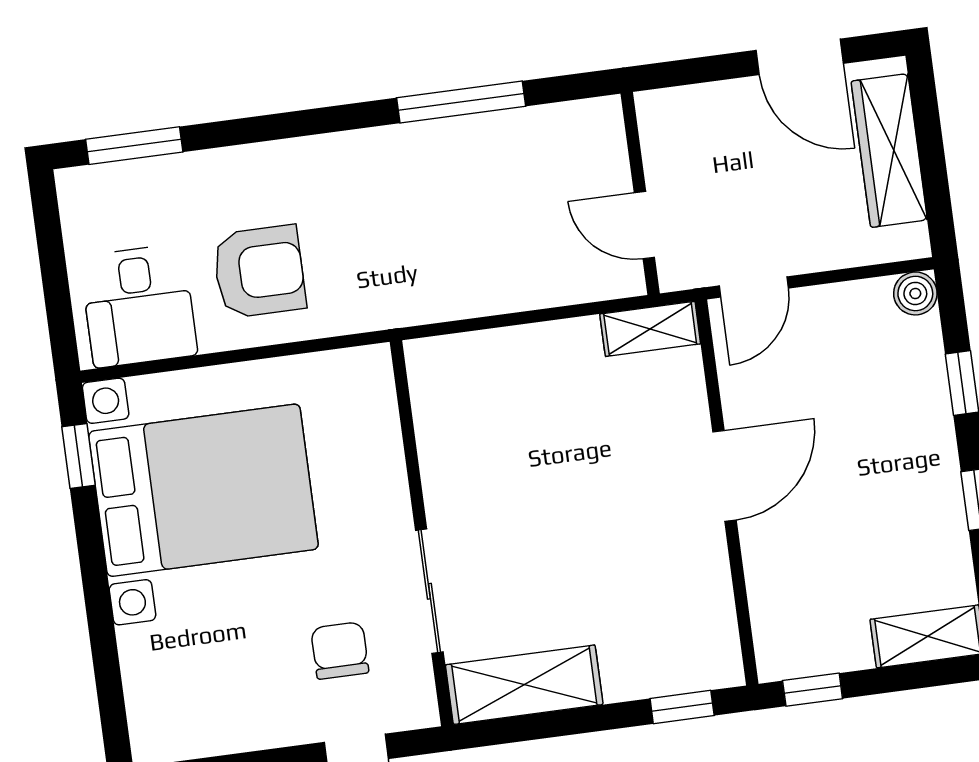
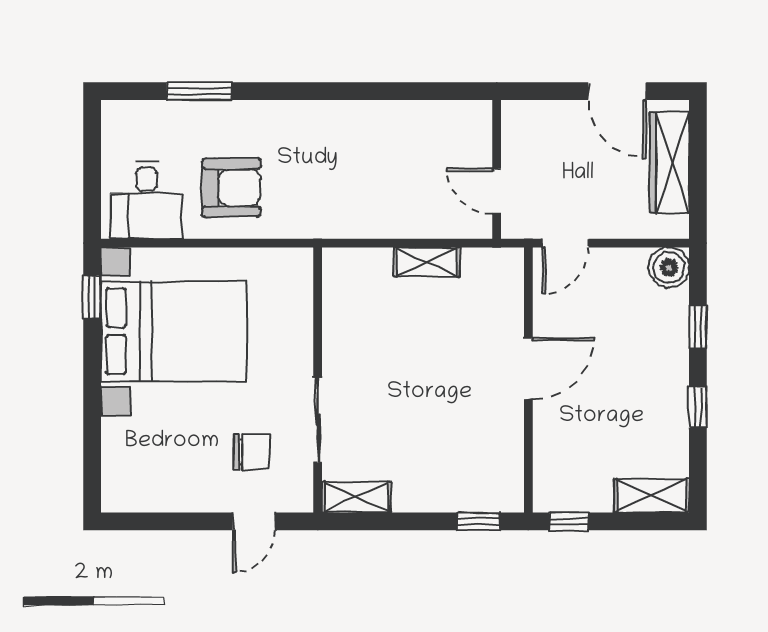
window: (461, 102) -> (384, 91), removed
window: (134, 146) -> (199, 91), moved
boiler: (915, 293) -> (669, 267), width x1.36, depth x1.36
shelving: (650, 329) -> (427, 262), moved
chair: (340, 651) -> (252, 452), turned 90
shelving: (524, 685) -> (356, 497), width x0.67, depth x0.75

